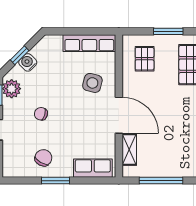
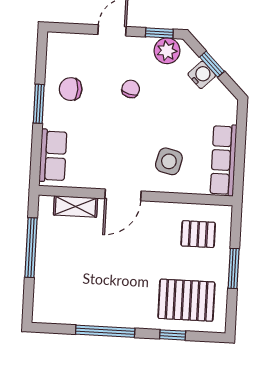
door: (119, 115) -> (123, 195), width x0.73
chair: (43, 158) -> (71, 89), turned 150

